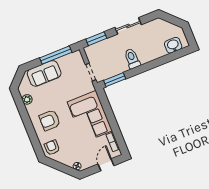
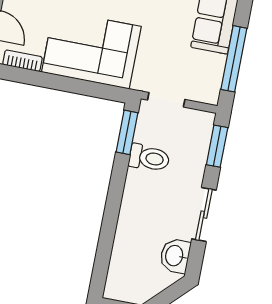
washbasin: (173, 45) -> (175, 256), moved, turned 180
toilet: (132, 59) -> (149, 158), moved

